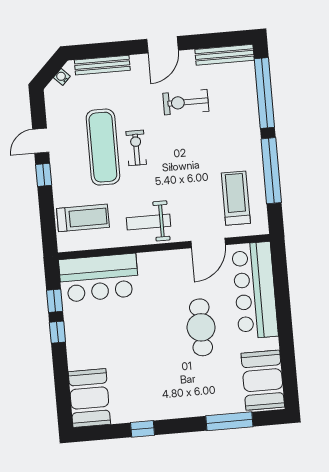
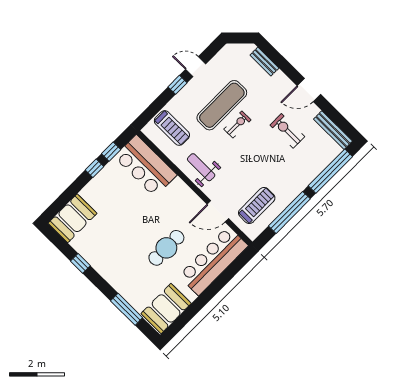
bench: (102, 65) -> (264, 62), width x0.73
water cooler: (62, 77) -> (242, 48), removed

